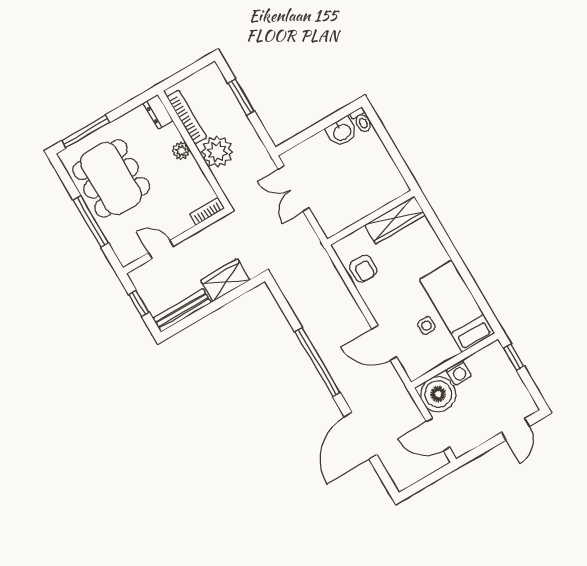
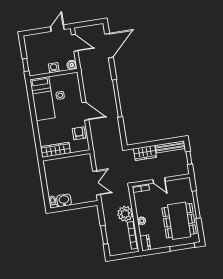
door: (161, 250) -> (159, 180), moved
door: (384, 343) -> (85, 111), moved
boiler: (438, 394) -> (72, 65), width x0.54, depth x0.54
door: (516, 429) -> (57, 28), moved
door: (361, 436) -> (109, 46), moved

